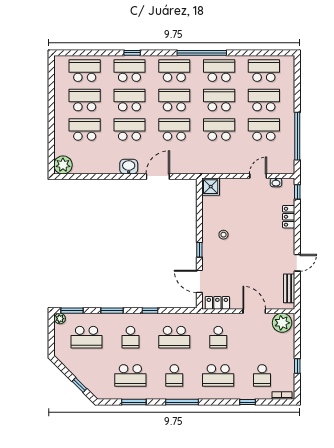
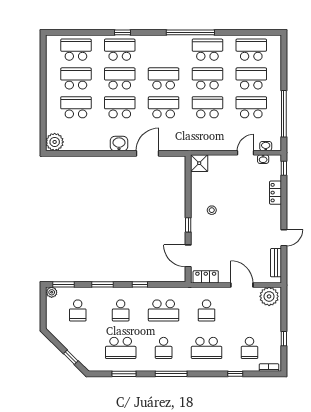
school desk: (174, 71) -> (164, 50), removed
washbasin: (279, 169) -> (266, 146), added
school desk: (86, 337) -> (78, 310), width x0.54

